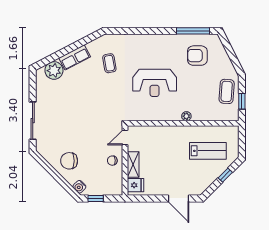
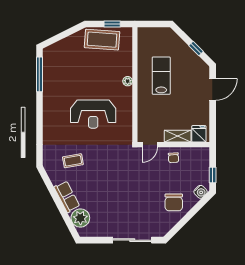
armchair: (197, 56) -> (65, 70), removed
reception desk: (155, 83) -> (93, 114), turned 90
coffee table: (227, 91) -> (102, 40), width x1.36, depth x1.32
door: (125, 138) -> (150, 145), hinge flipped
lab bench: (208, 151) -> (161, 76), moved
window: (225, 175) -> (196, 49), moved

